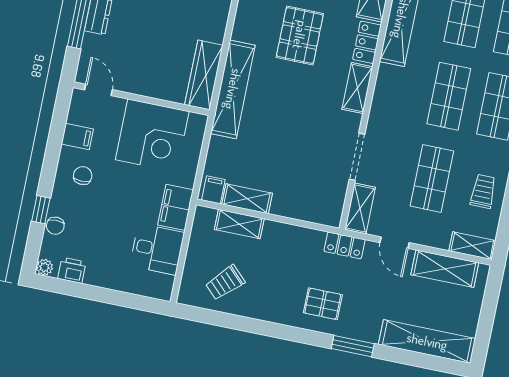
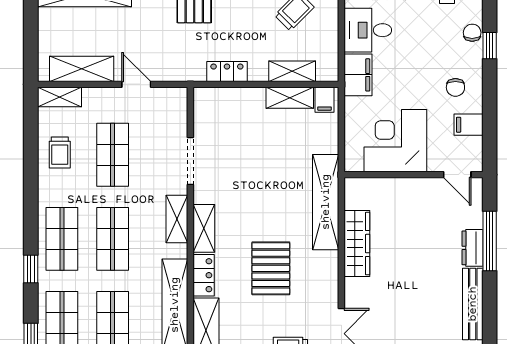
wardrobe: (204, 75) -> (357, 244), moved
shelving: (360, 208) -> (177, 219), moved
locker: (345, 245) -> (227, 72), moved

